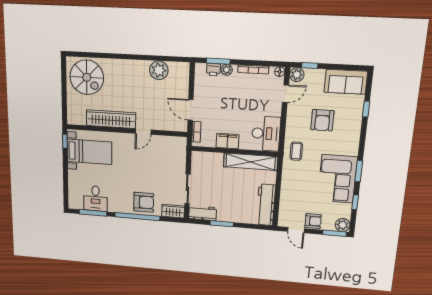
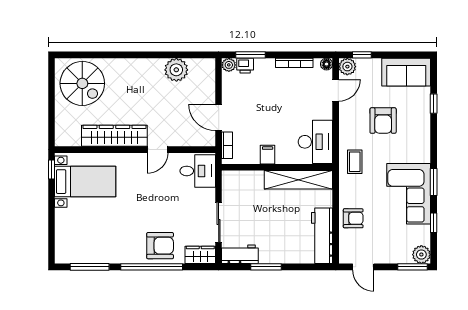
plant: (227, 70) -> (229, 65), moved
filing cabinet: (227, 141) -> (268, 155), width x0.50
desk: (96, 198) -> (198, 171), moved, turned -90
armchair: (313, 221) -> (353, 218), moved

